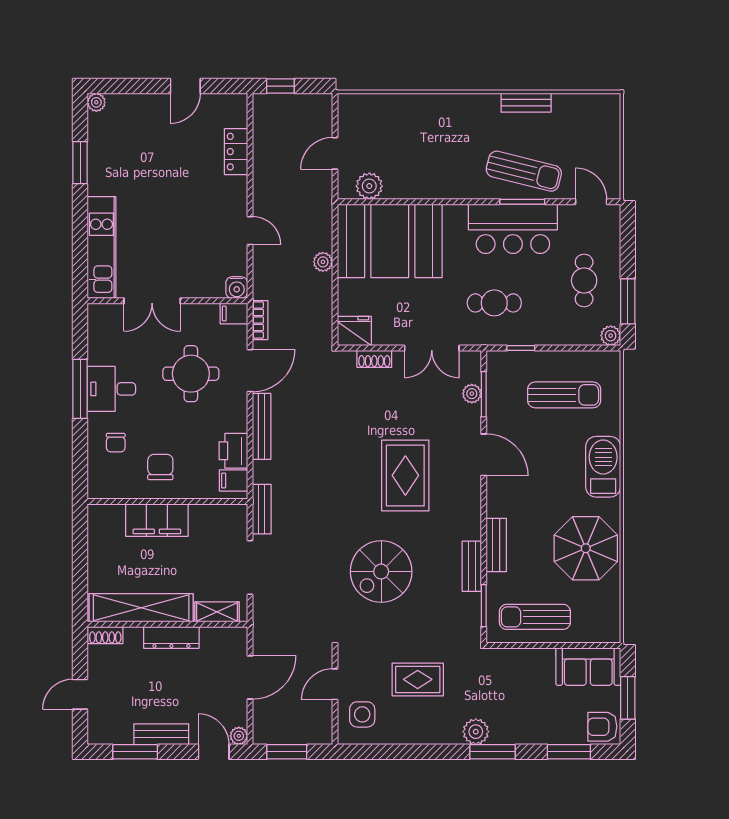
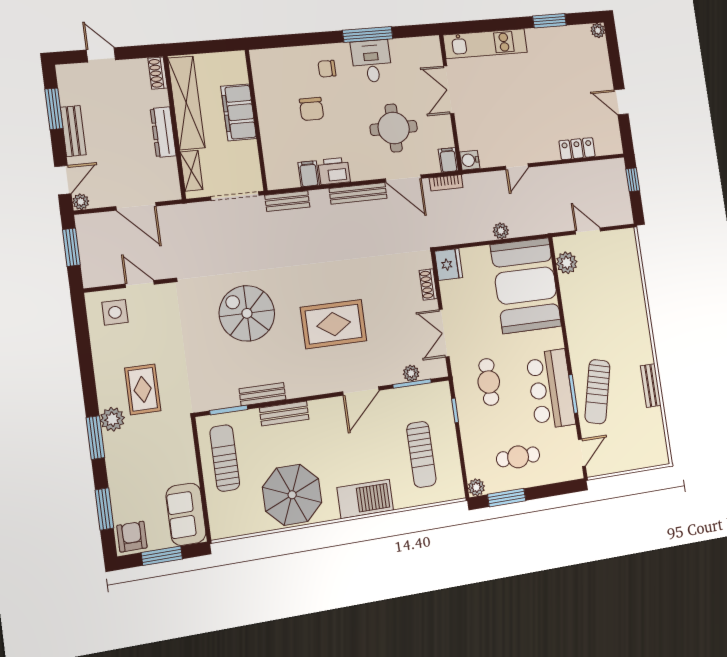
chair: (160, 467) -> (312, 109), turned 90
wall: (167, 502) -> (256, 120), moved
filing cabinet: (157, 520) -> (239, 112), moved
rug: (418, 679) -> (143, 389), moved

